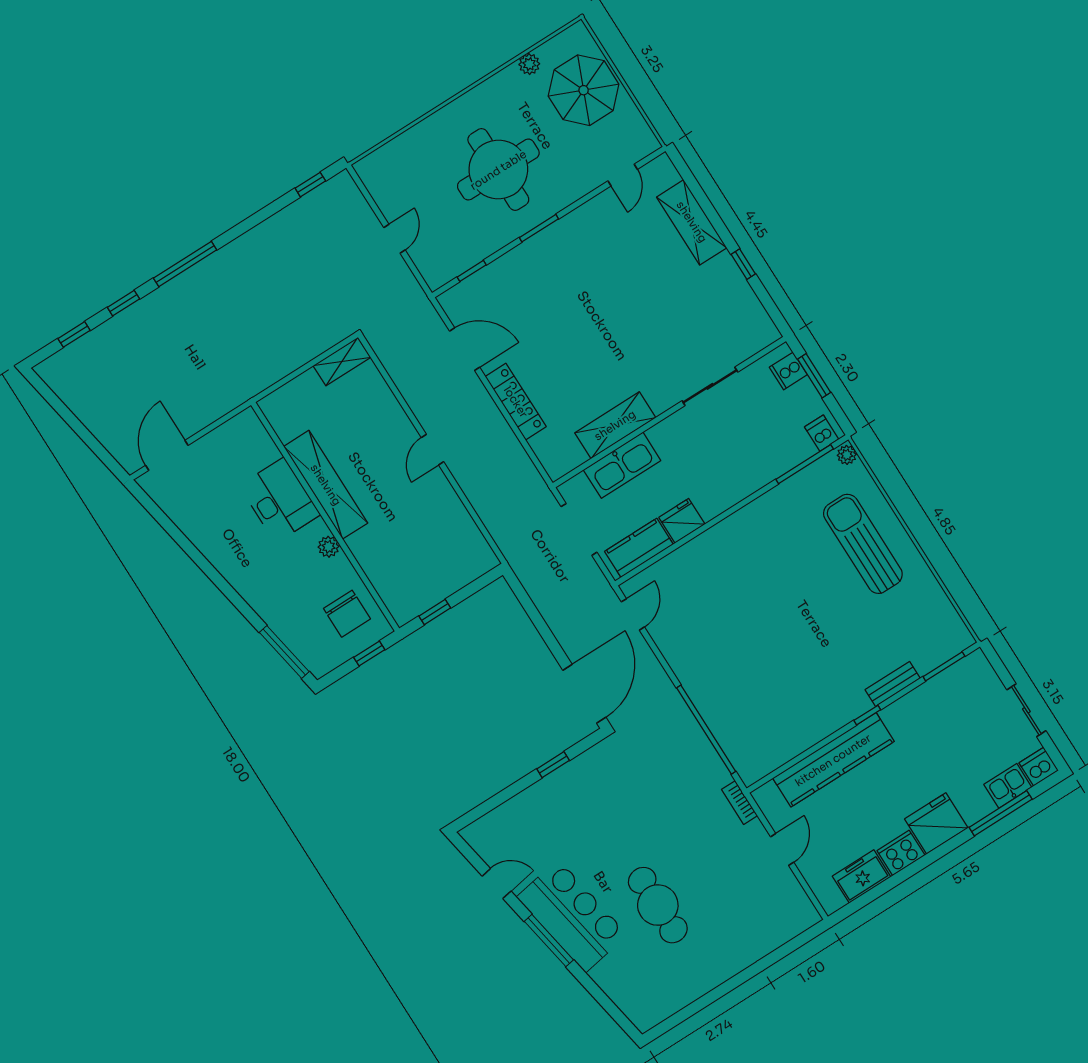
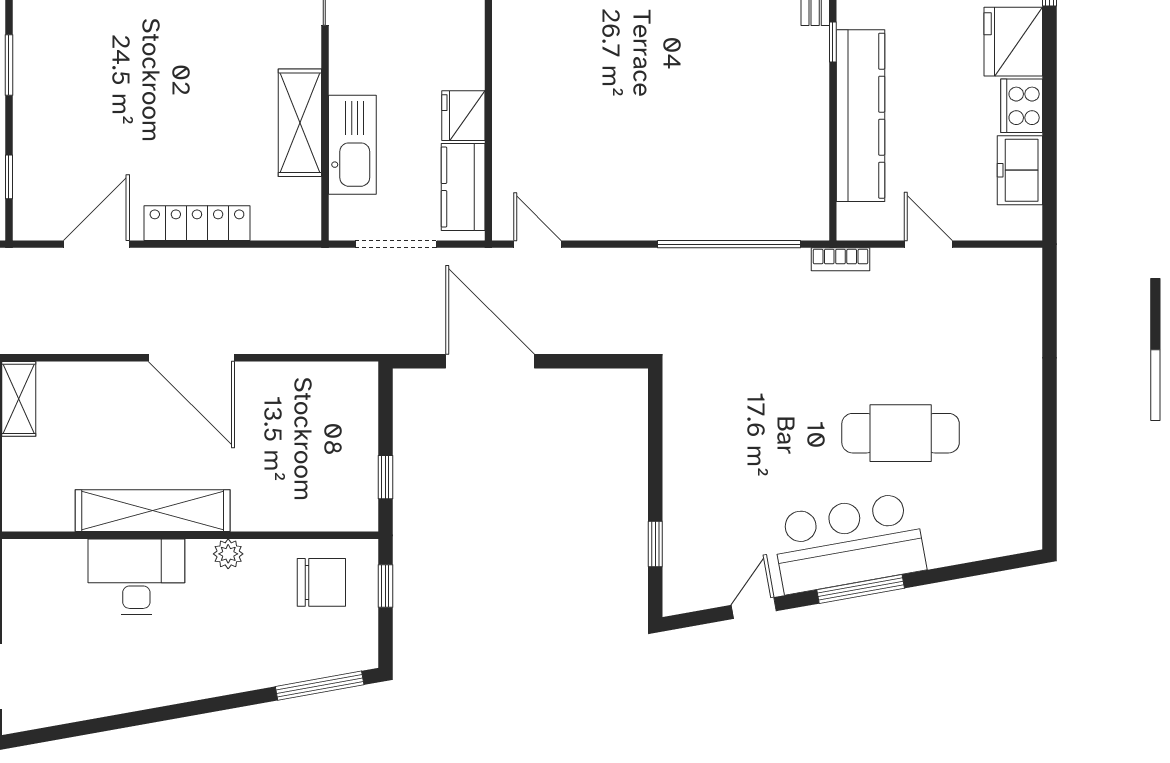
door: (432, 450) -> (191, 358), width x1.88
door: (584, 694) -> (490, 361), moved
window: (553, 765) -> (655, 544), moved

